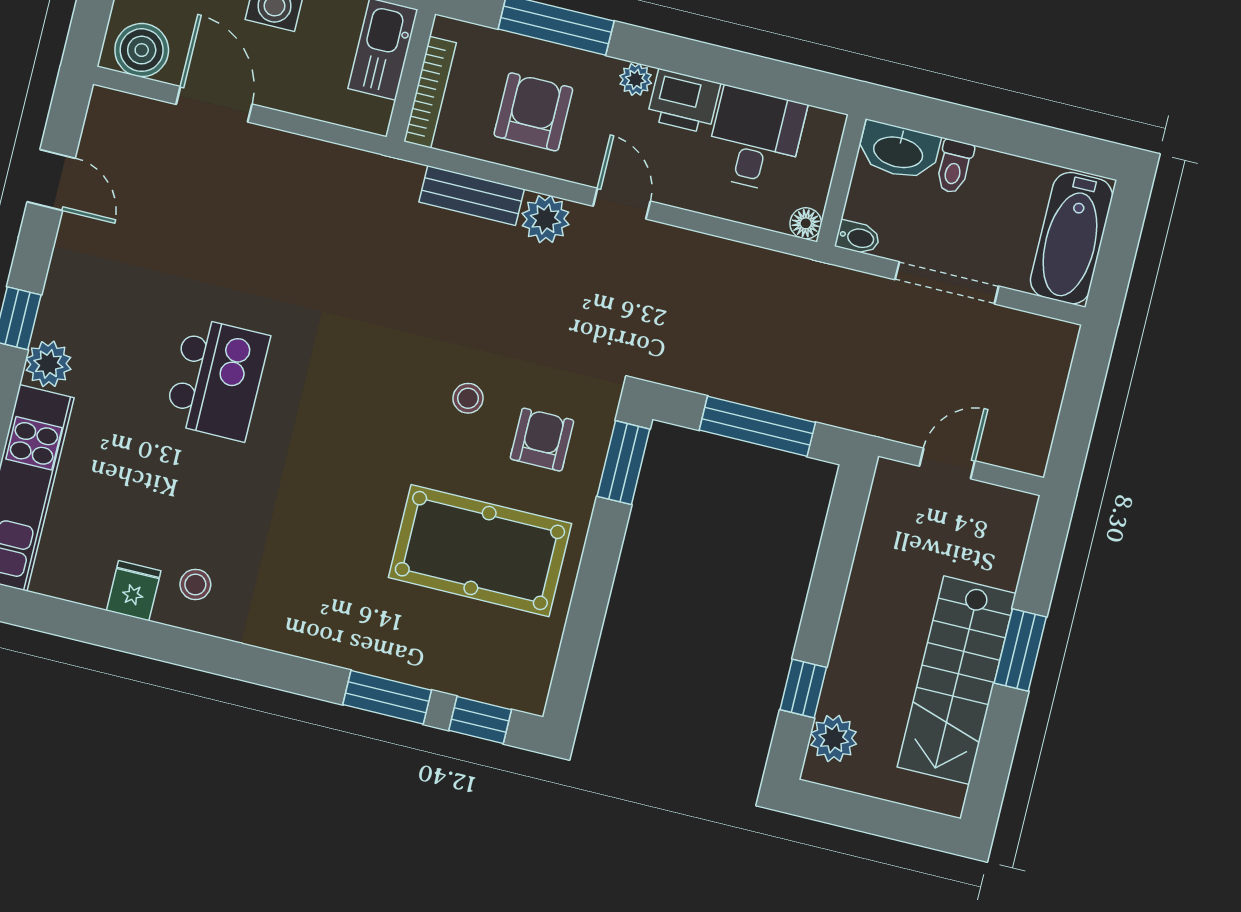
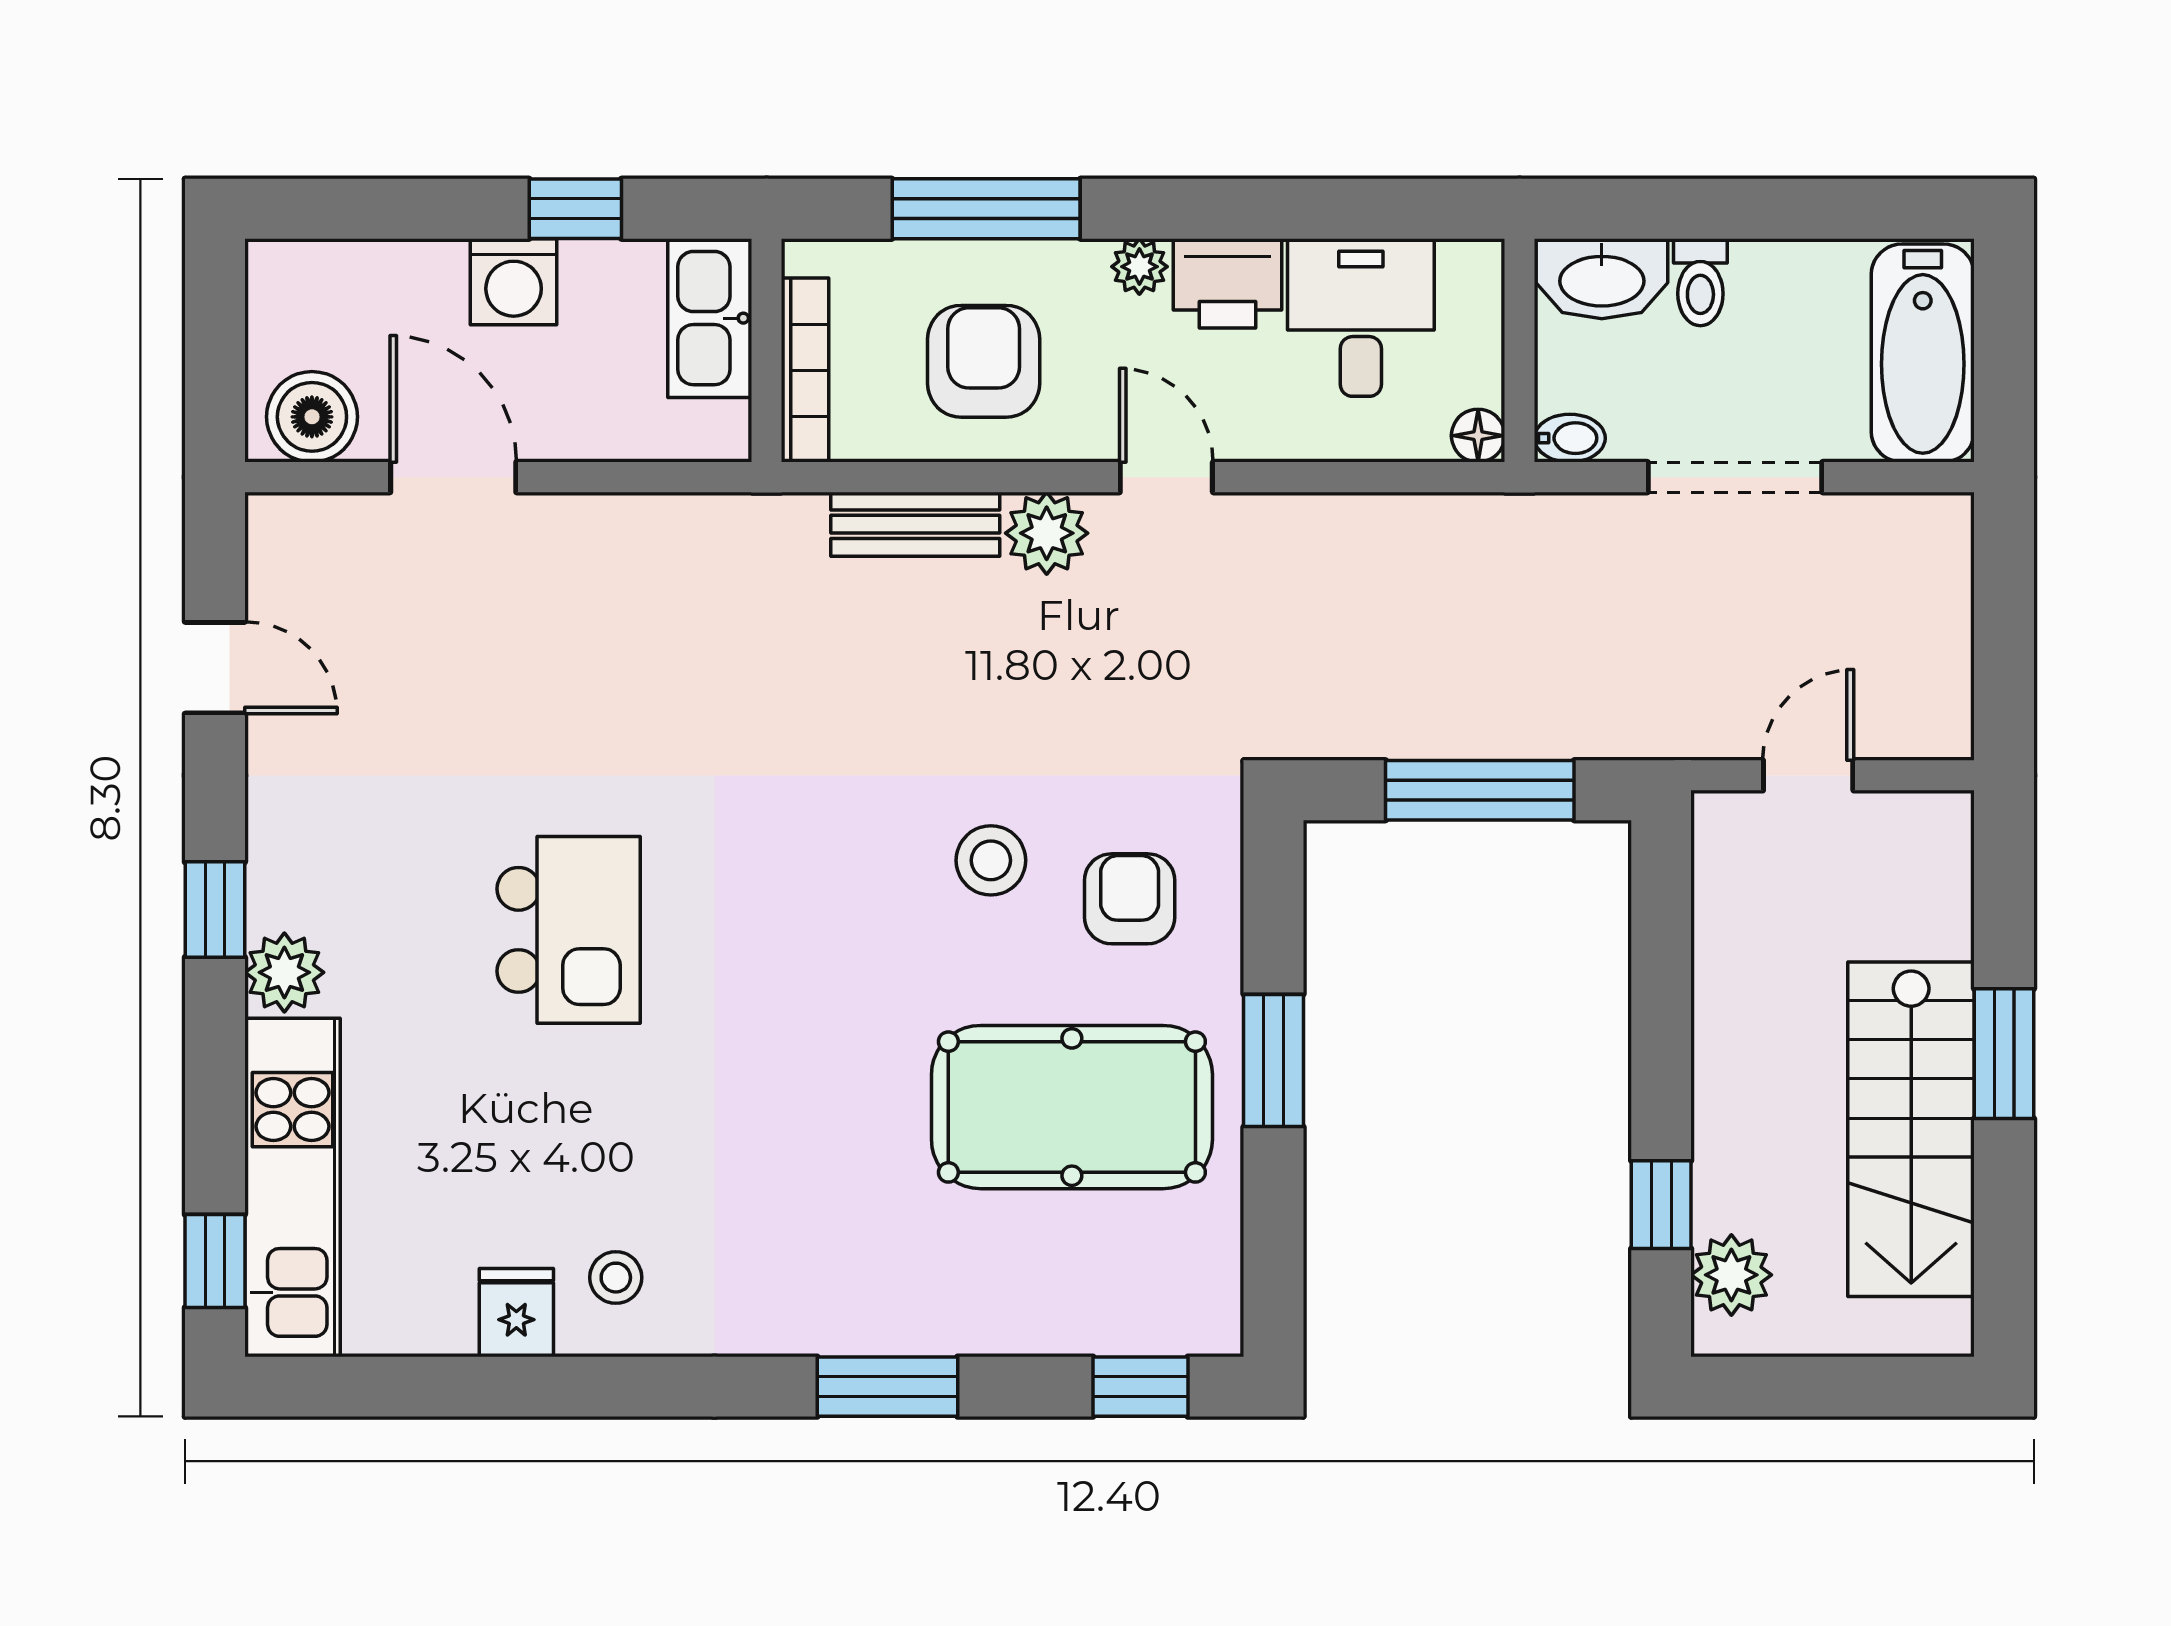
stool: (468, 398) -> (991, 860), width x1.37, depth x1.37
window: (623, 463) -> (1273, 1060), moved
window: (387, 697) -> (887, 1387), moved

